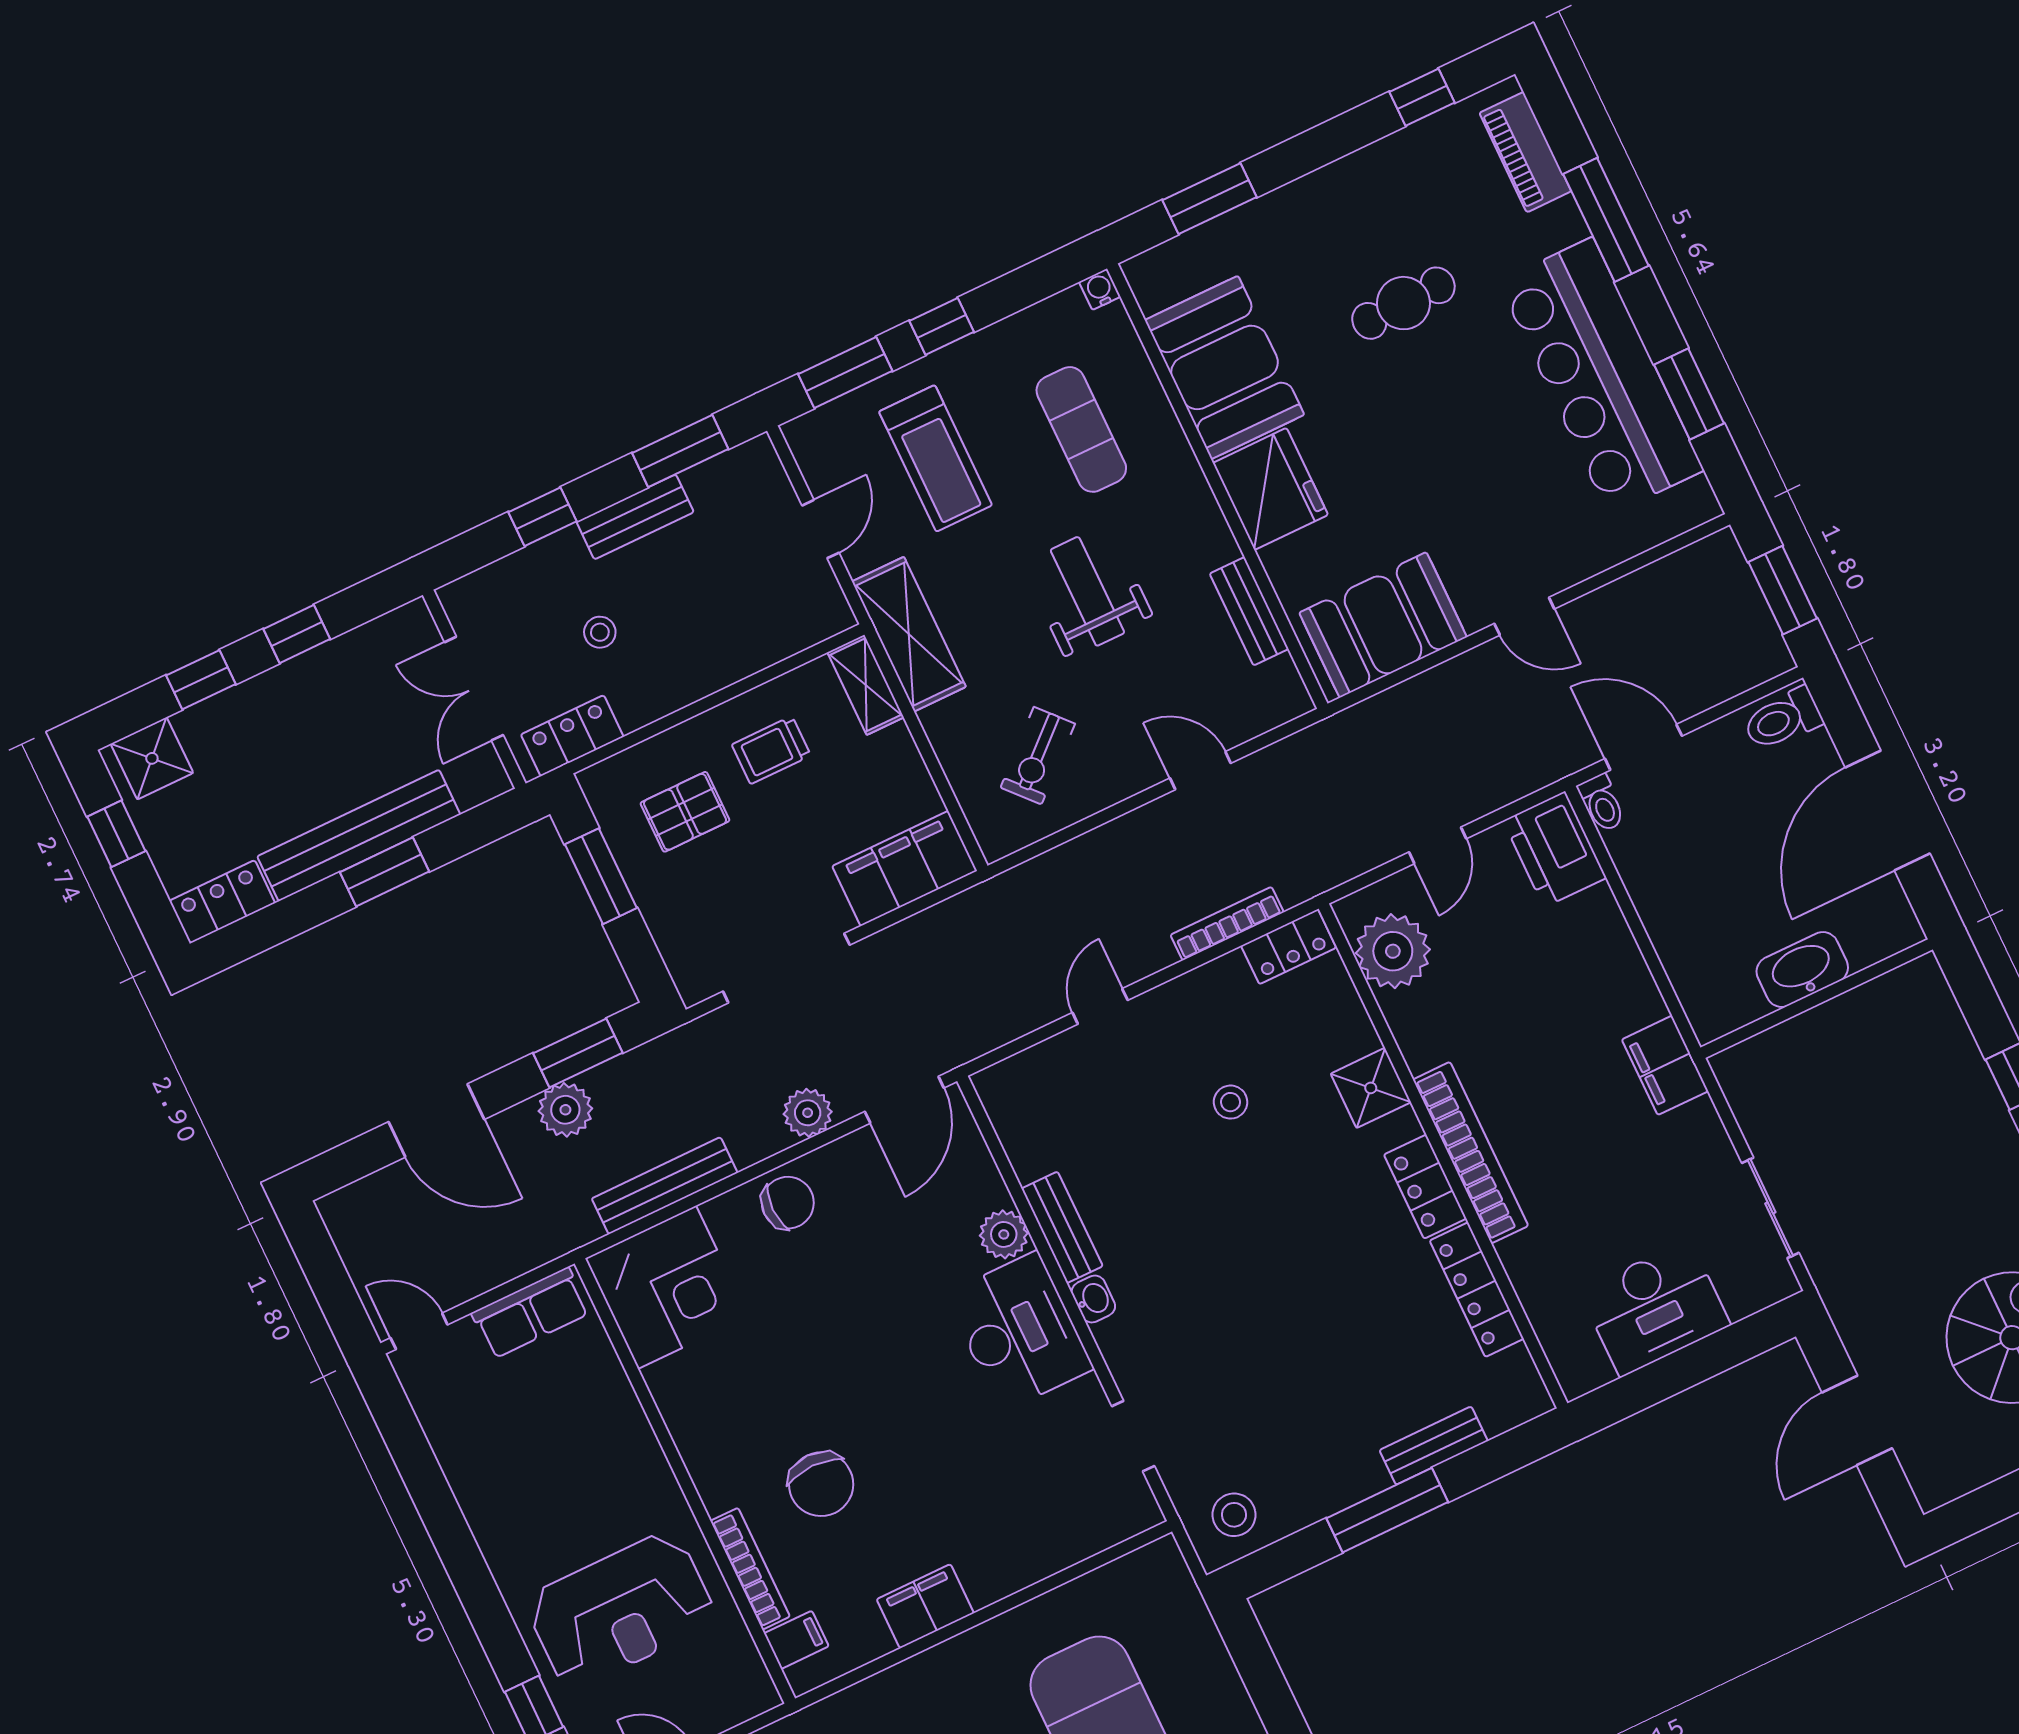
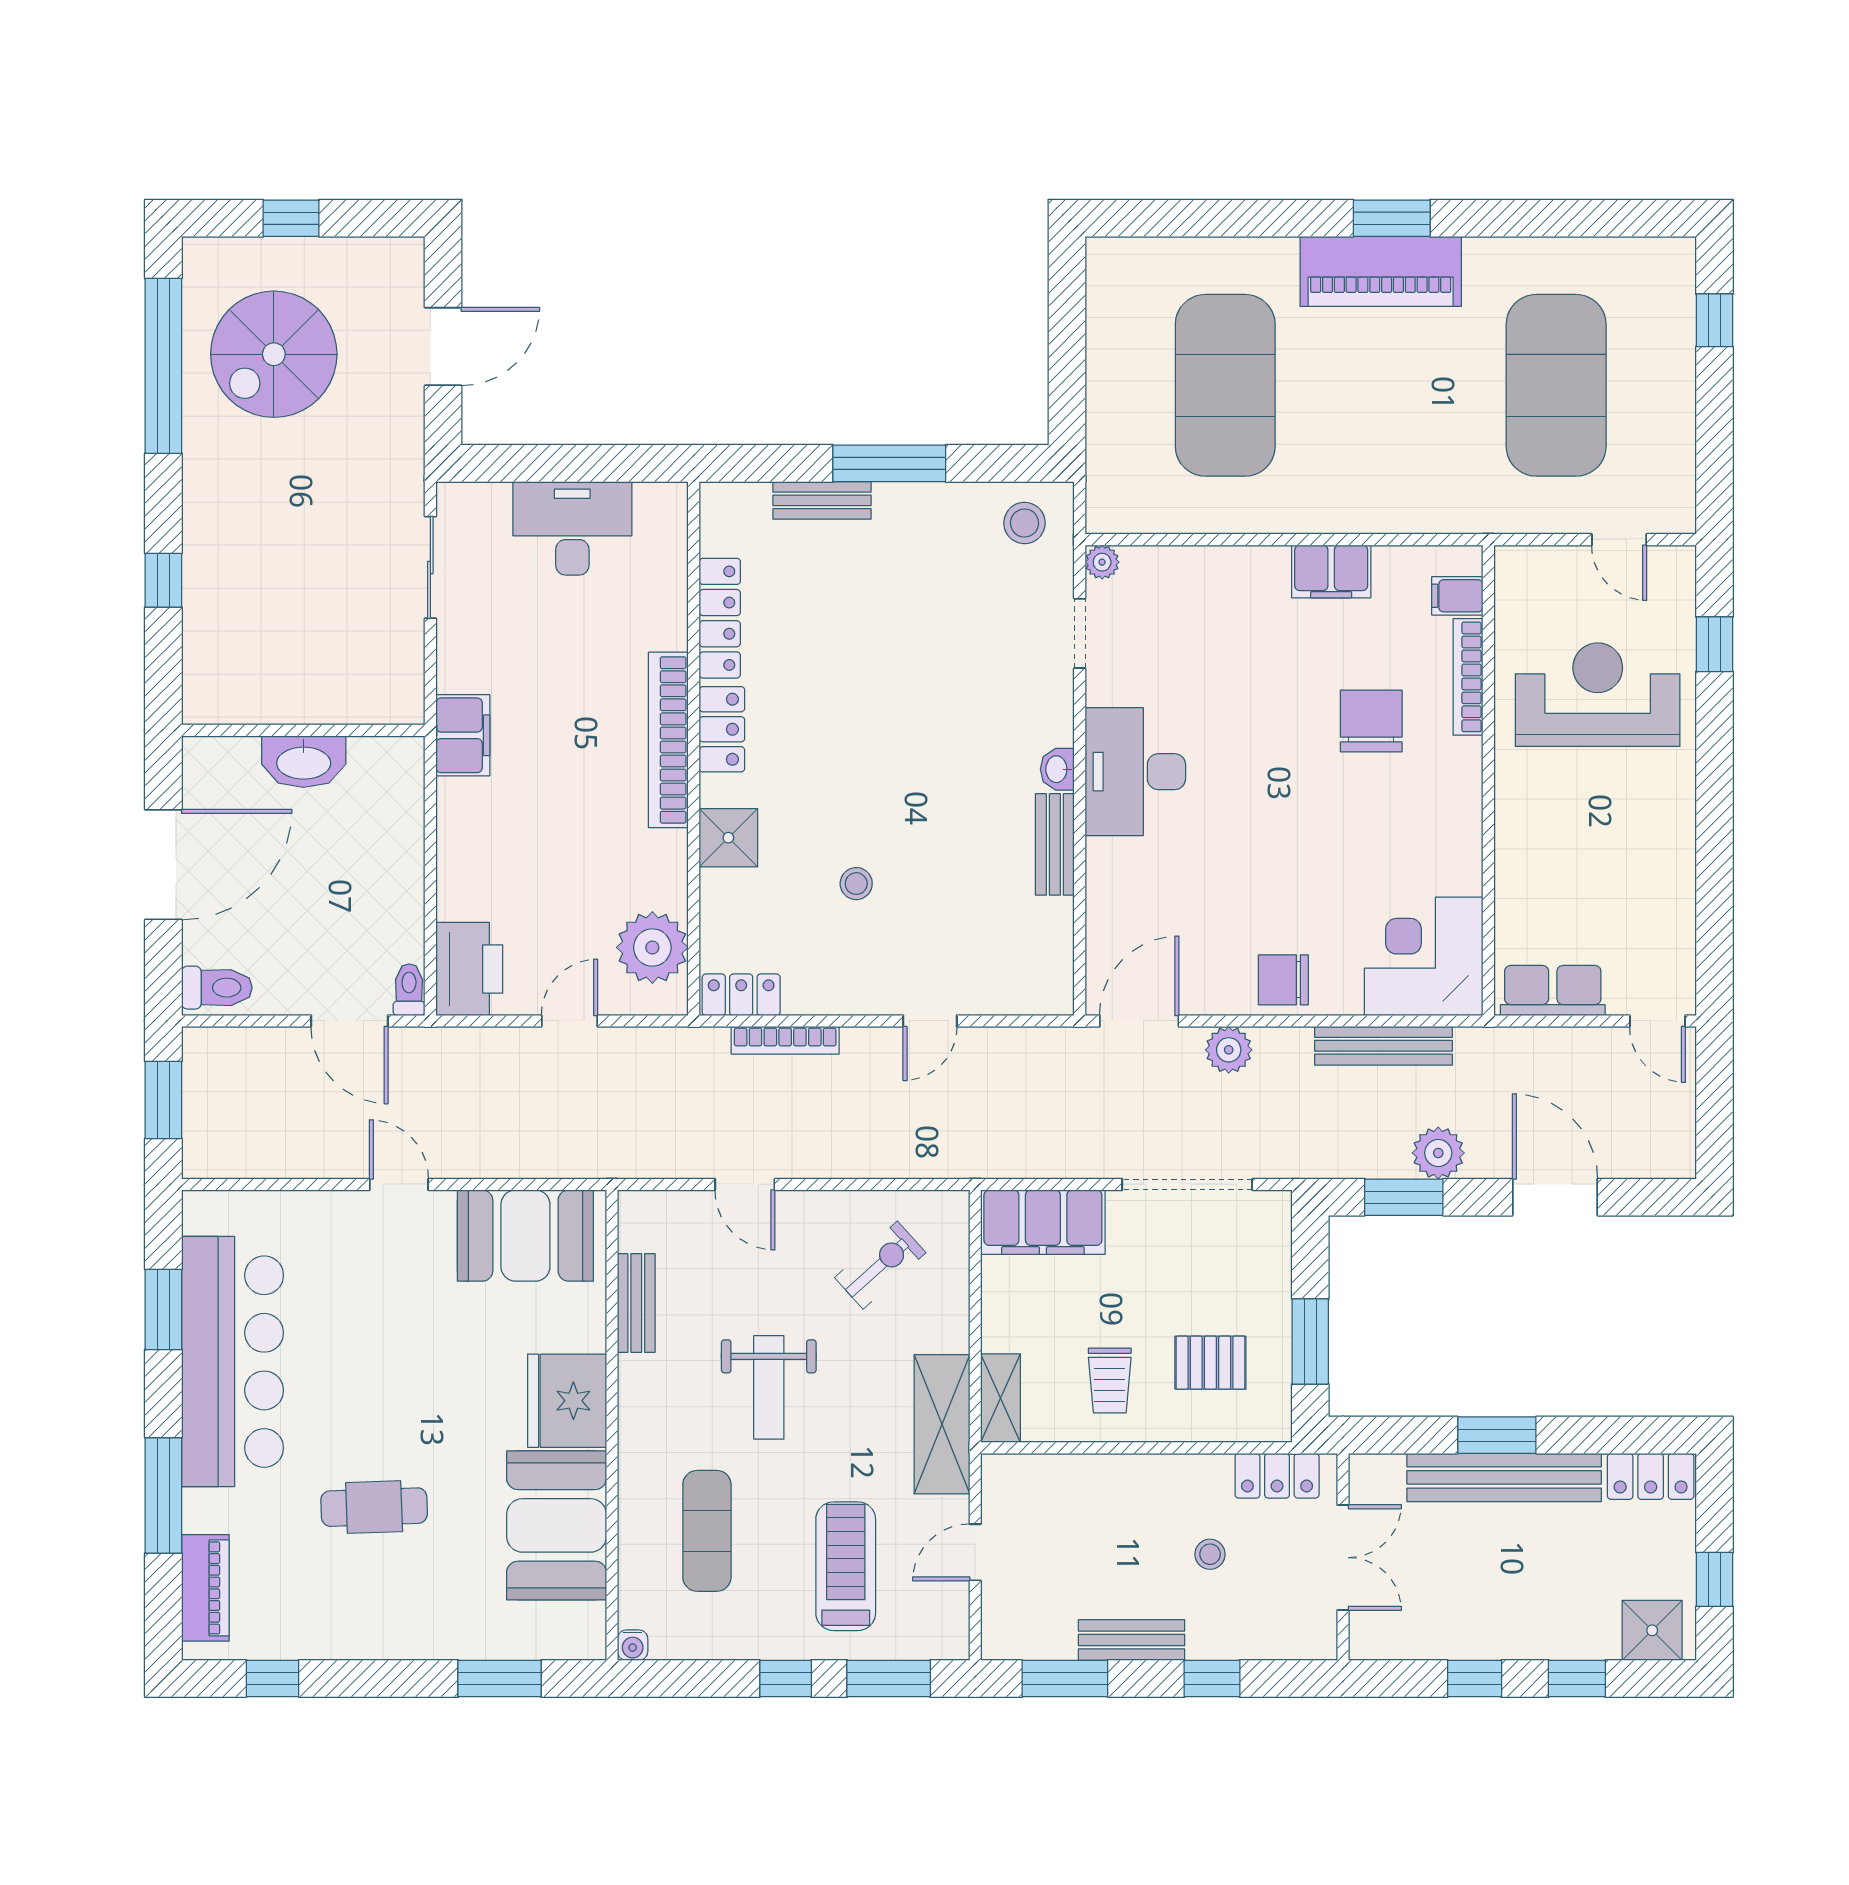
trolley: (771, 750) -> (1110, 1381), turned 90
plant: (1004, 1234) -> (1102, 562), moved, width x0.73, depth x0.73

